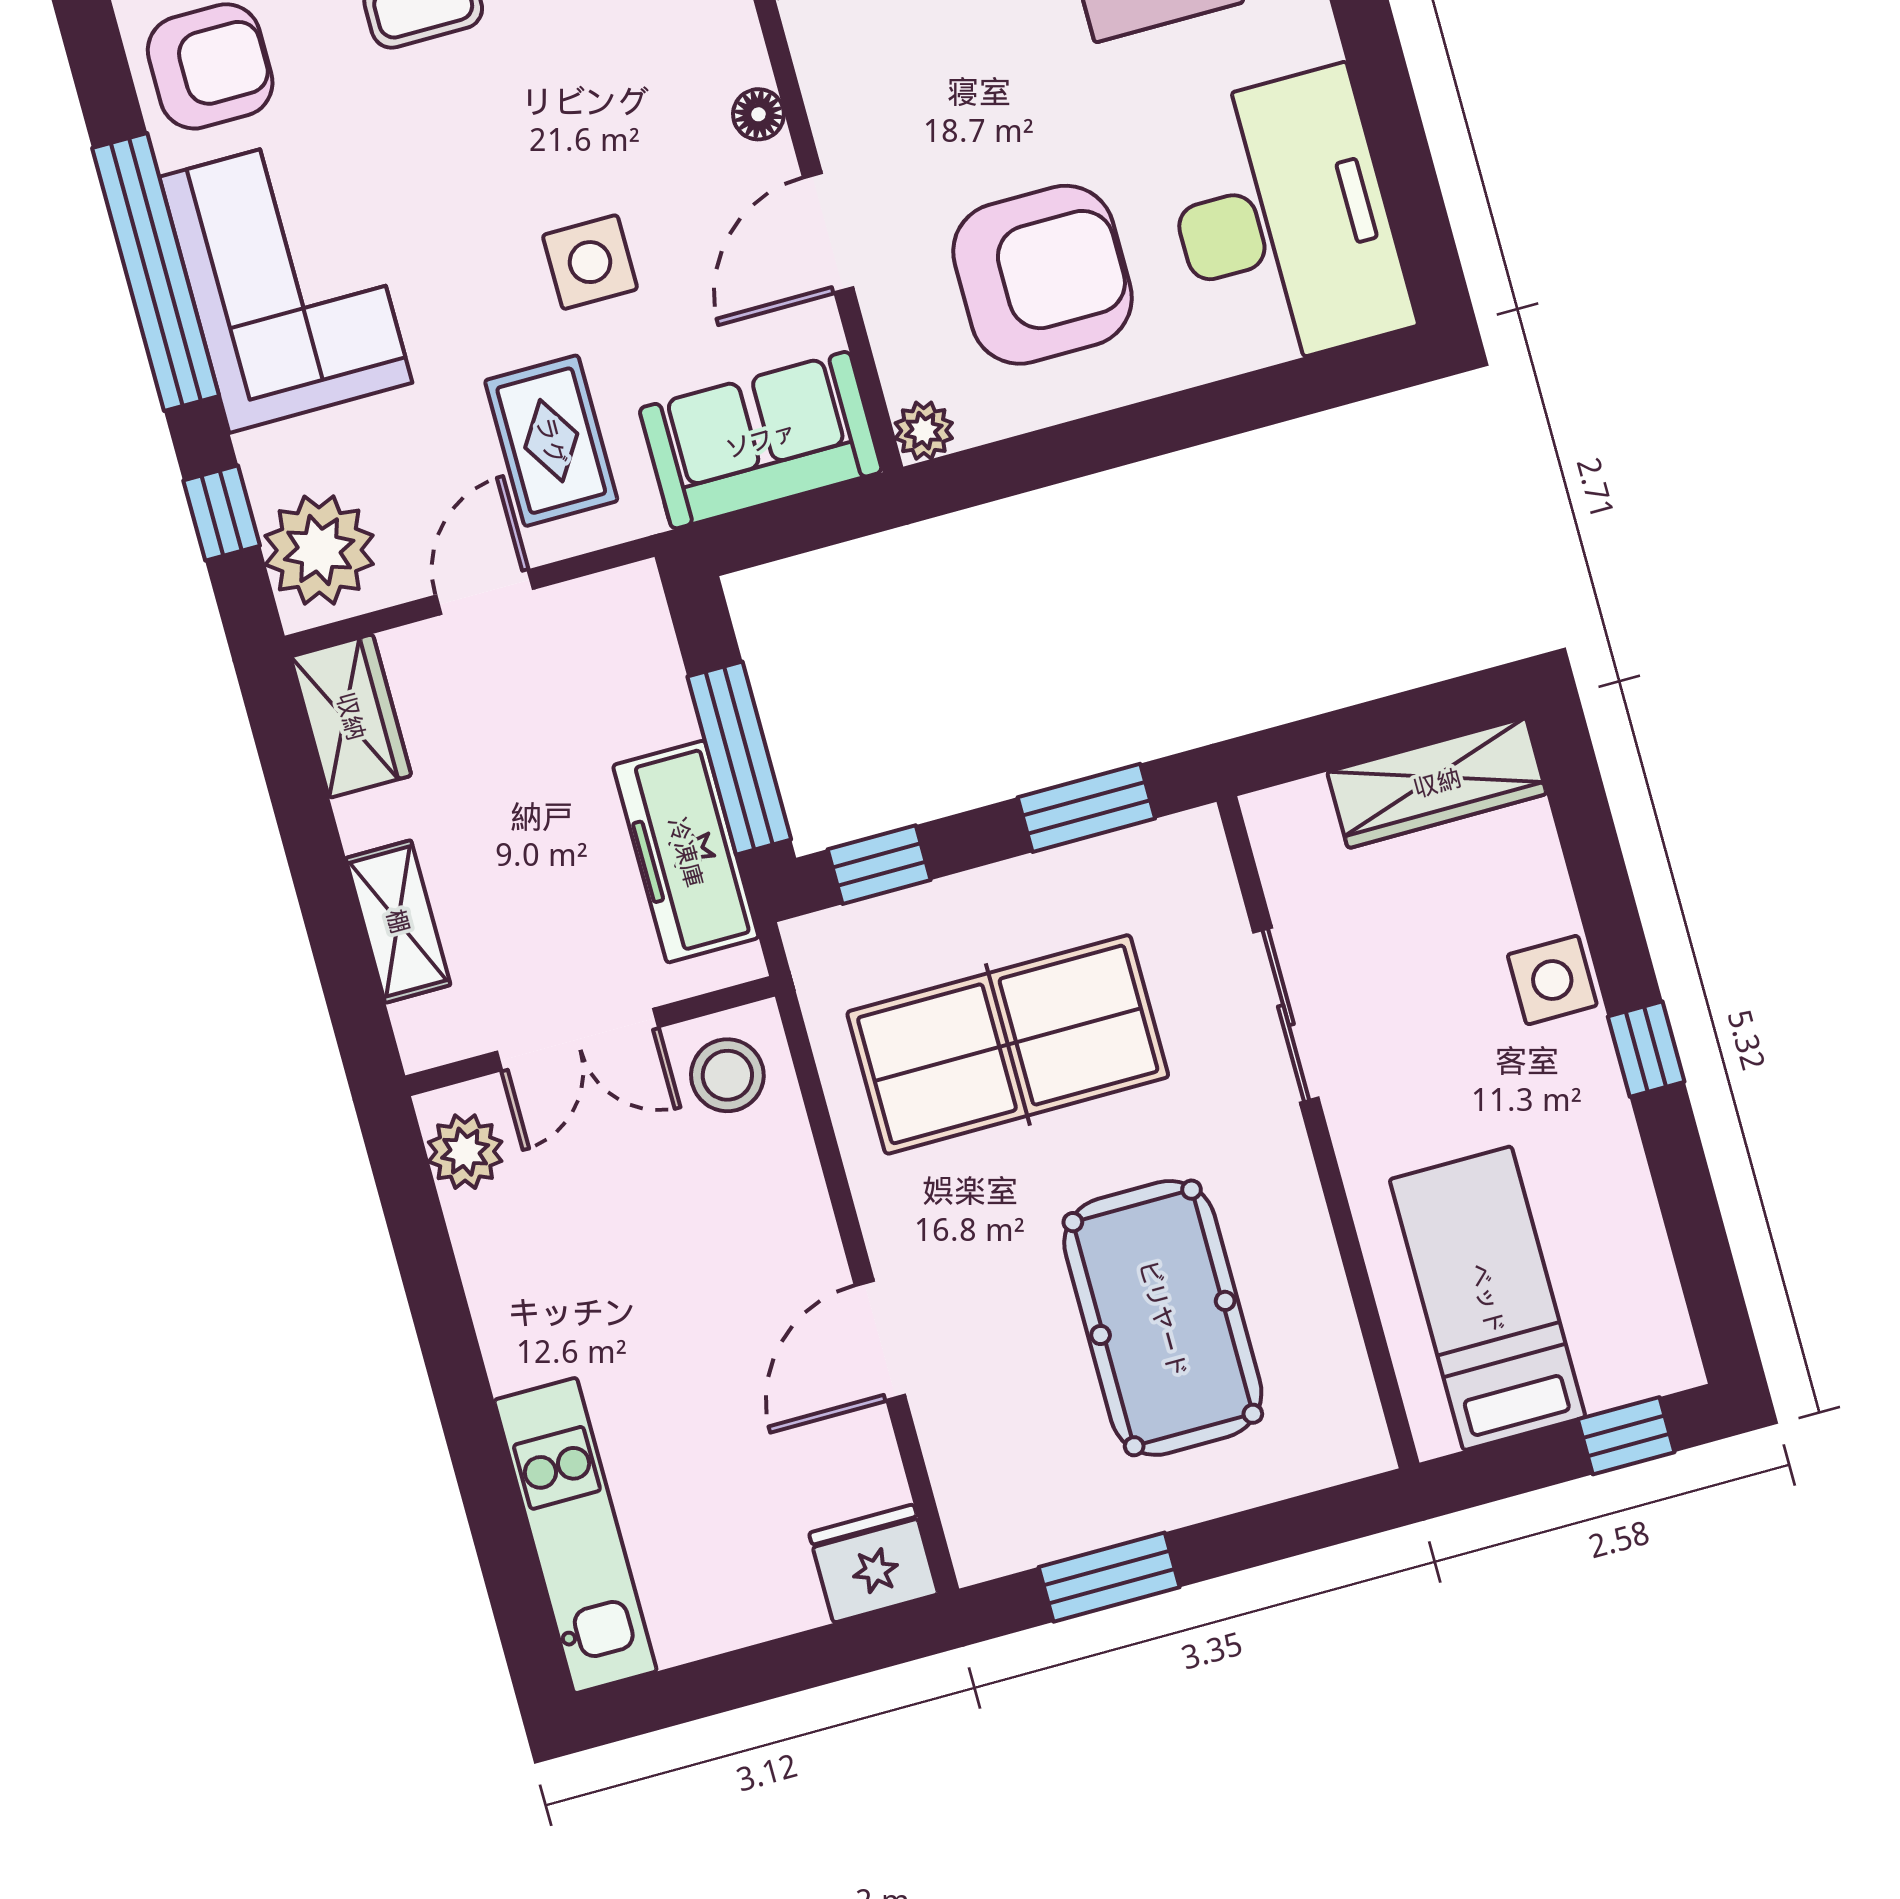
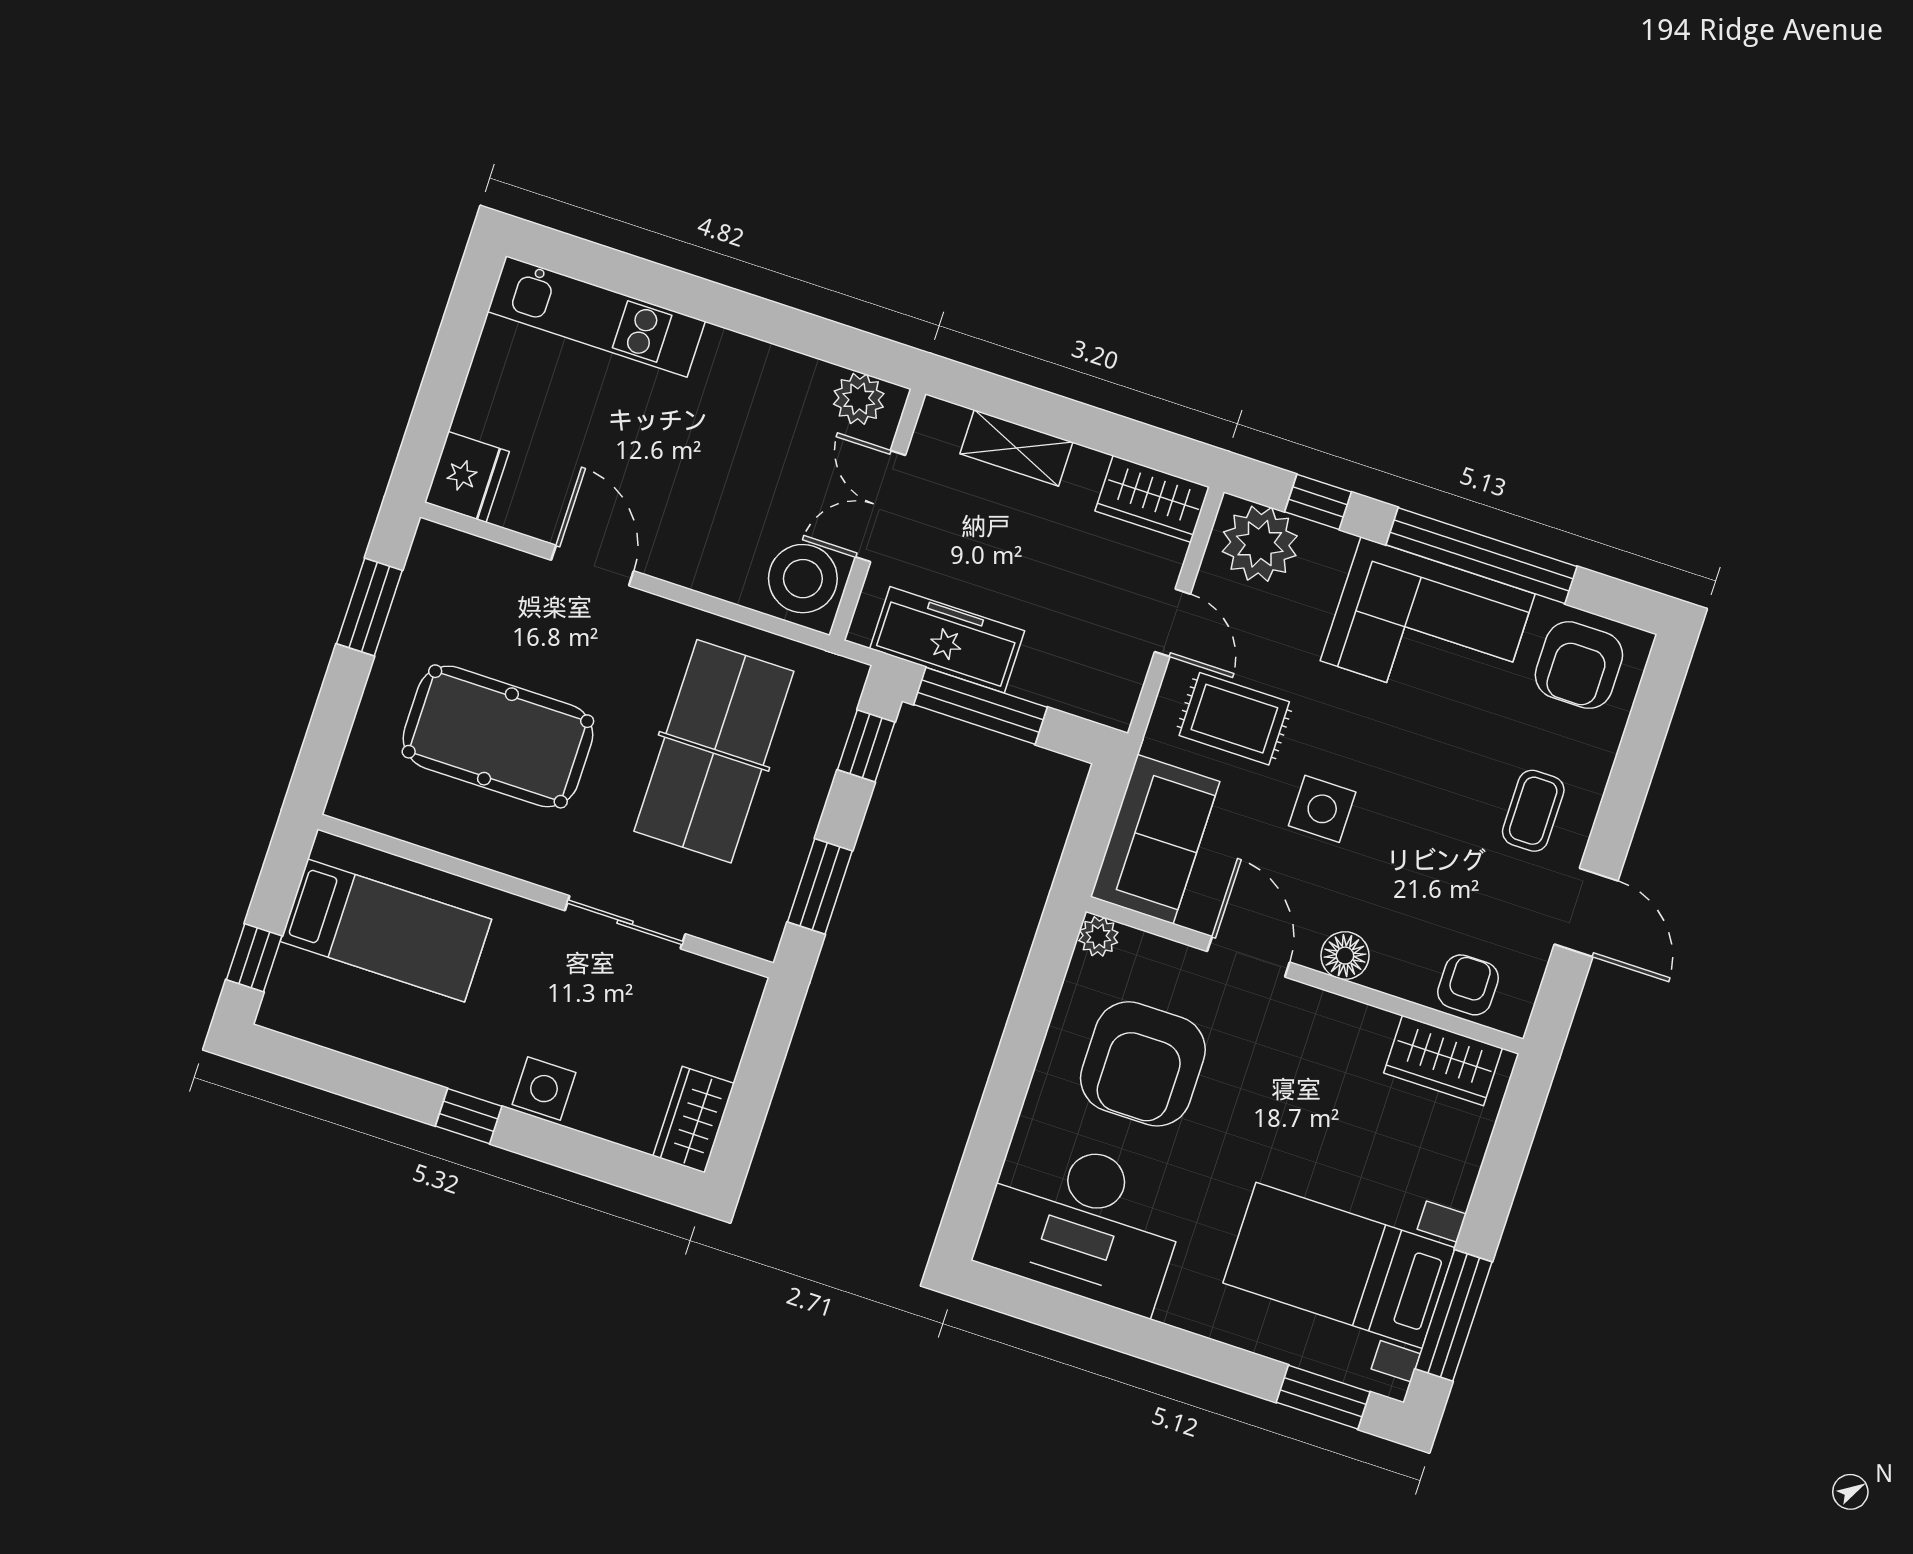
floor lamp: (758, 114) -> (1345, 956), width x1.37, depth x1.37
wardrobe: (1437, 783) -> (694, 1120), width x0.67
stool: (727, 1075) -> (803, 579), width x1.38, depth x1.38

